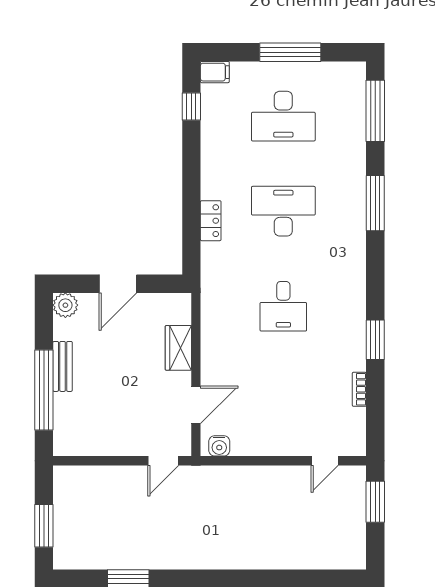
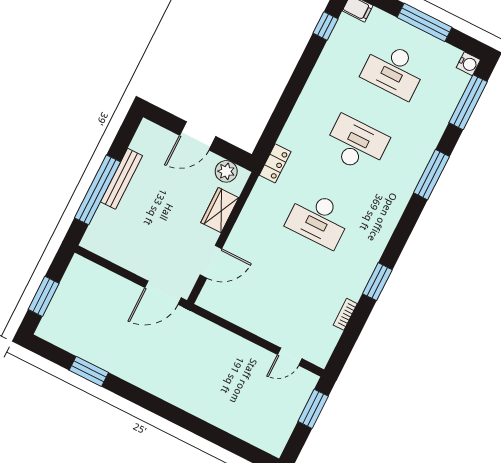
locker: (211, 221) -> (275, 163), moved
plant: (65, 305) -> (226, 171), moved
desk: (283, 306) -> (318, 219), width x1.37
bench: (63, 366) -> (121, 179), width x1.36
water cooler: (219, 446) -> (468, 64), moved, turned -90
door: (163, 461) -> (163, 293), width x1.38

